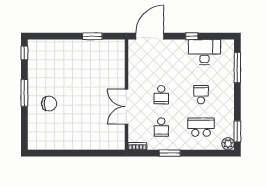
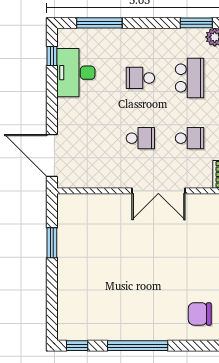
window: (192, 36) -> (52, 56), moved
window: (24, 93) -> (138, 346), width x1.46
chair: (49, 104) -> (200, 314), moved, turned -90
school desk: (201, 127) -> (190, 78), turned 180

